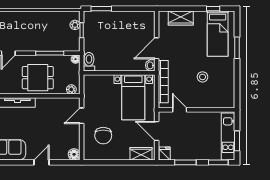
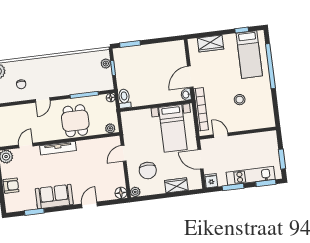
window: (237, 48) -> (270, 66), width x2.11
dining table: (38, 78) -> (75, 121), turned 90
kitchen unit: (228, 136) -> (251, 176), moved, turned 90
wardrobe: (141, 154) -> (176, 185), moved
plant: (88, 155) -> (135, 192), added

